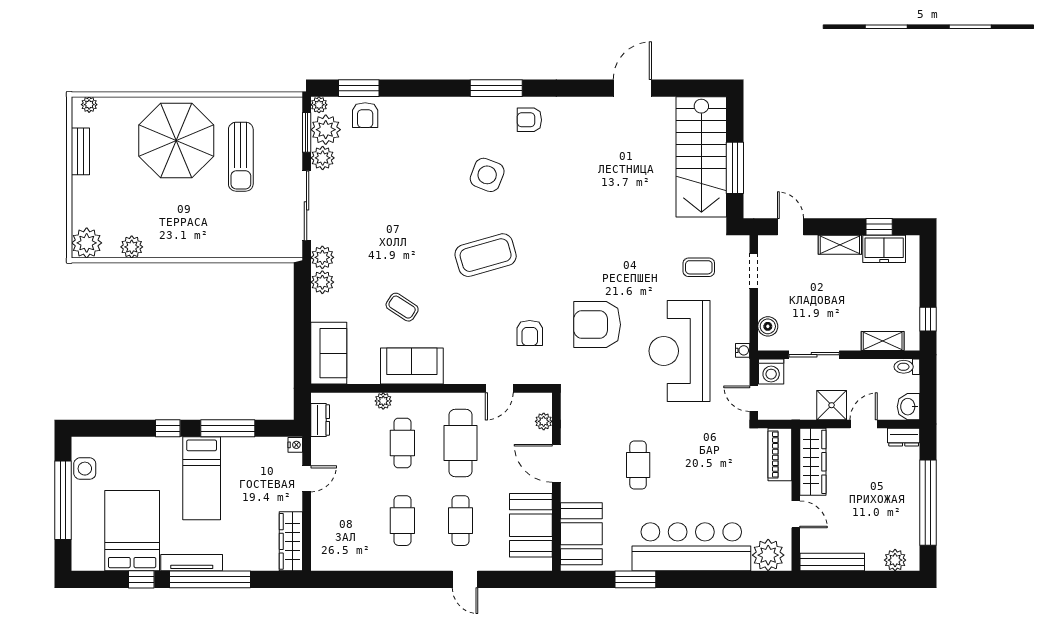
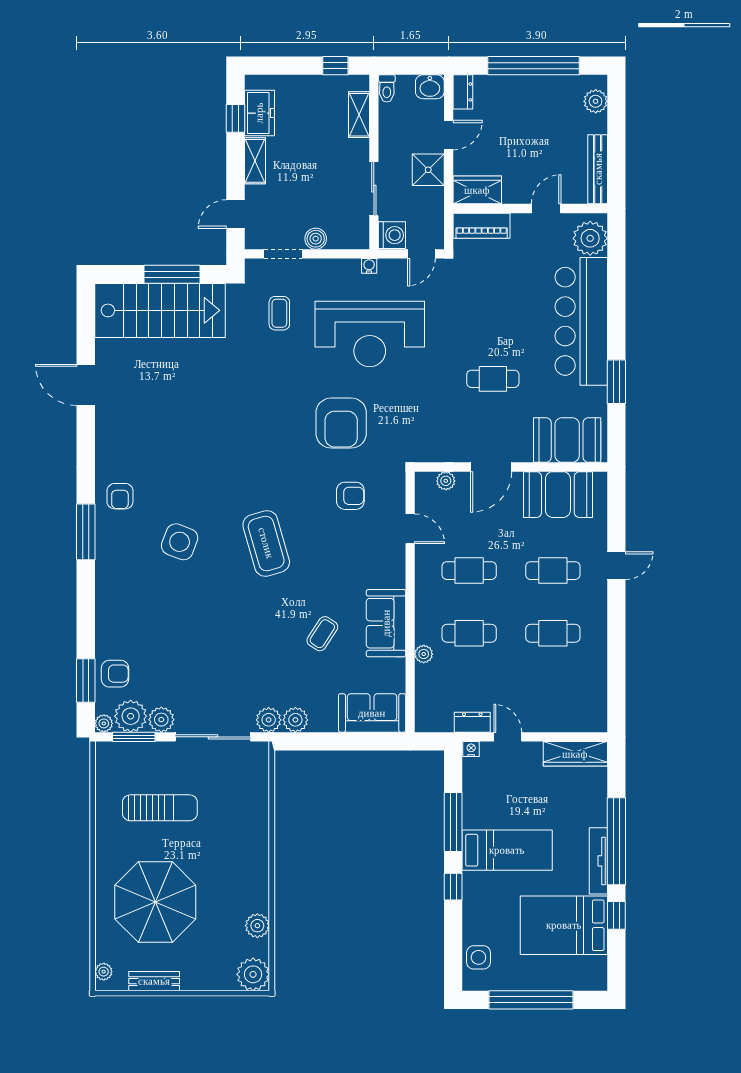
parasol: (176, 141) -> (155, 902), moved
boiler: (768, 326) -> (316, 239), moved
dresser: (320, 420) -> (472, 722), moved
door: (864, 424) -> (449, 135), swing flipped
cafe table: (461, 443) -> (469, 571), width x0.73, depth x0.74
wardrobe: (813, 462) -> (477, 190), width x0.67
side table: (85, 469) -> (478, 957), moved

